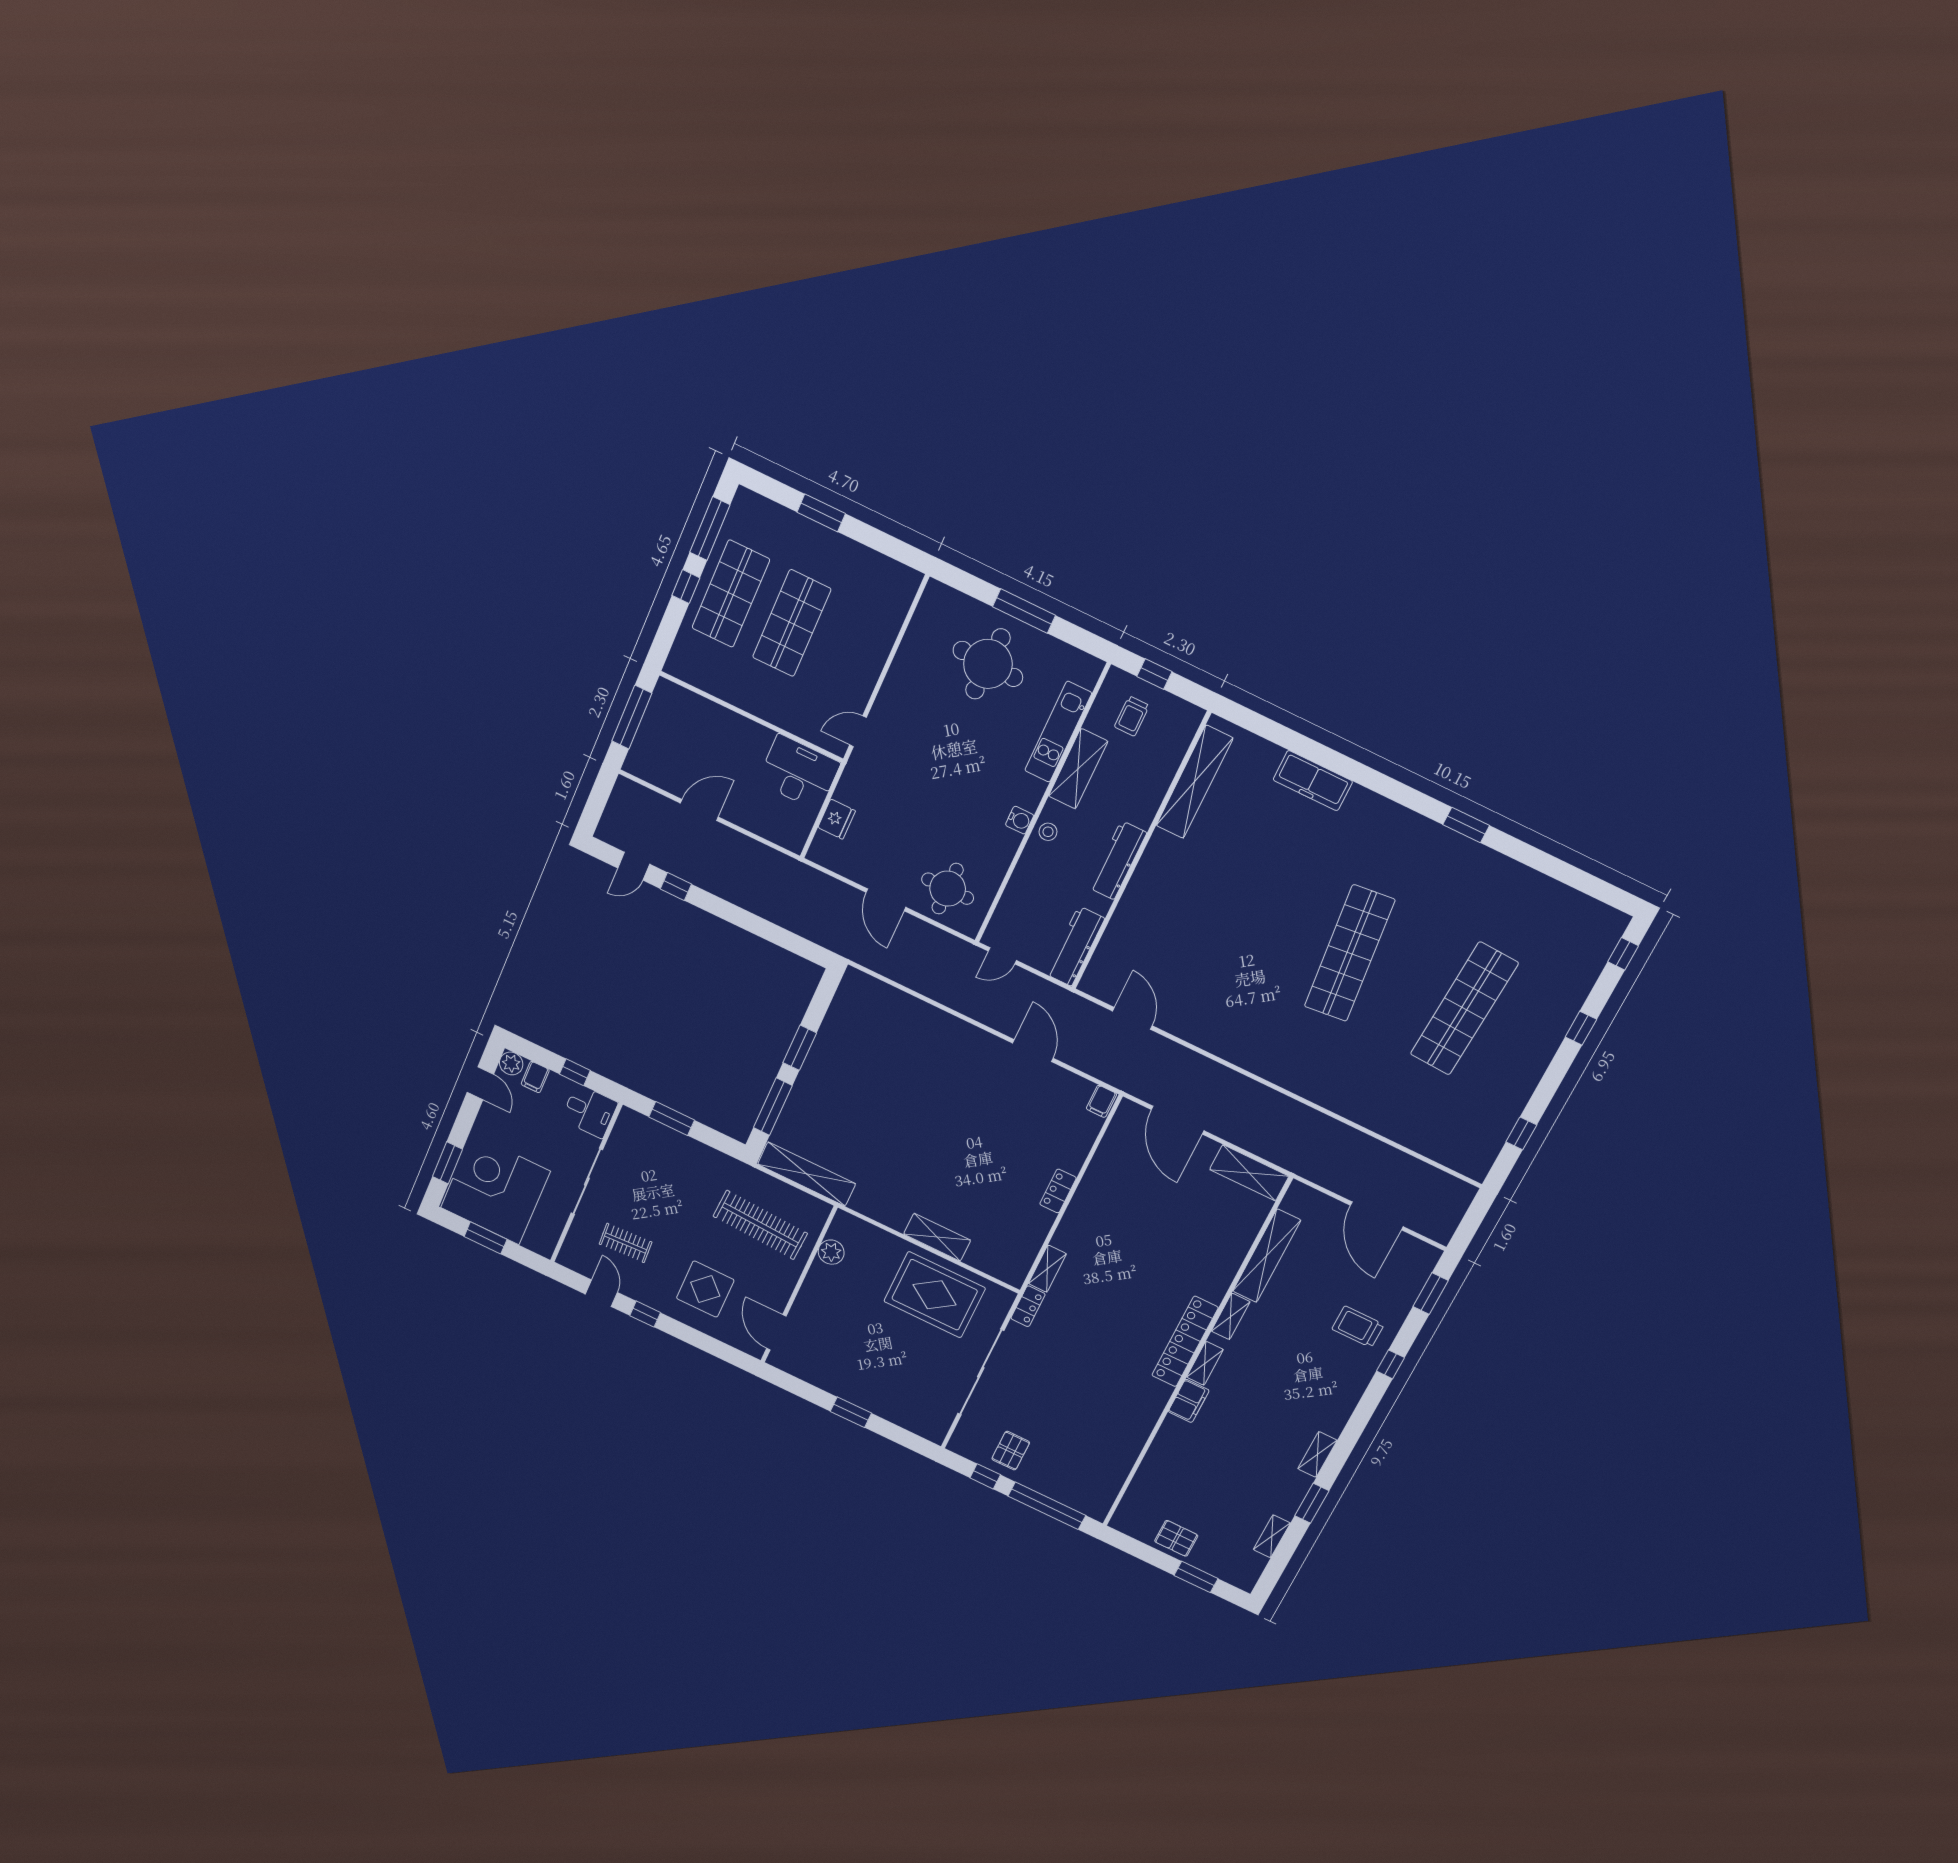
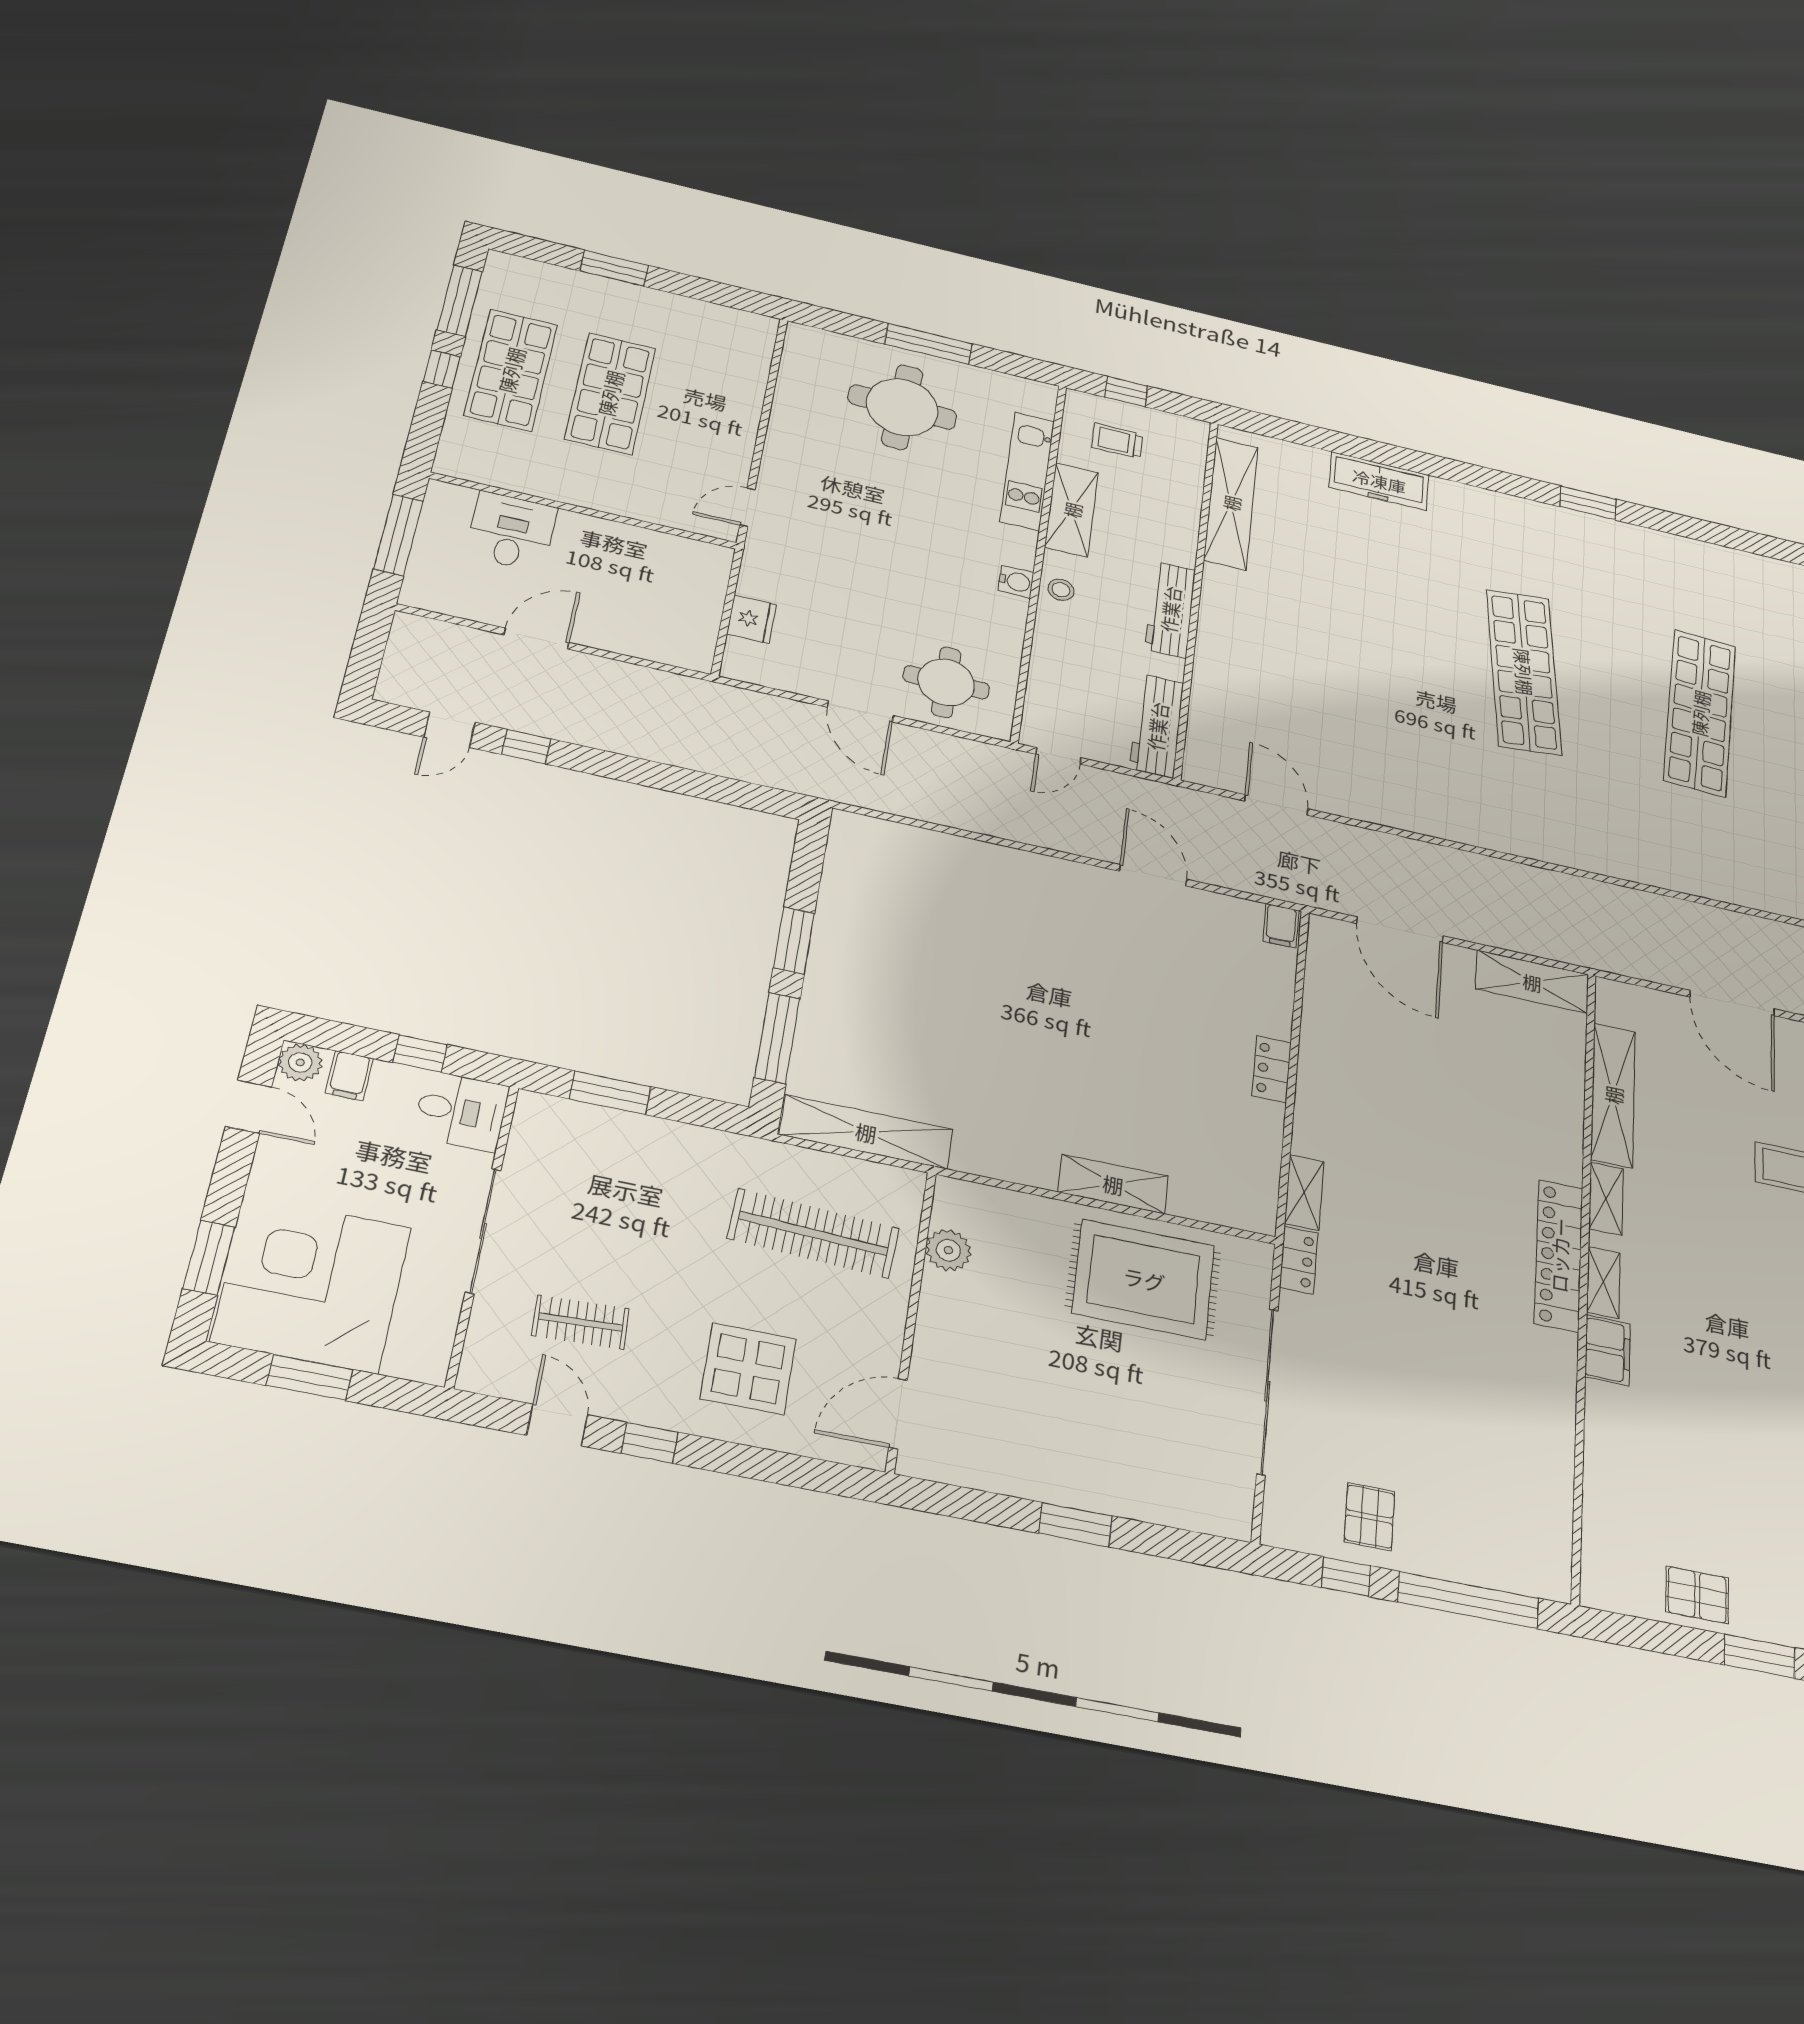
trolley: (1132, 716) -> (1117, 441), turned 90
desk: (799, 773) -> (511, 531), moved, width x0.73
door: (776, 1332) -> (898, 1414), hinge flipped

